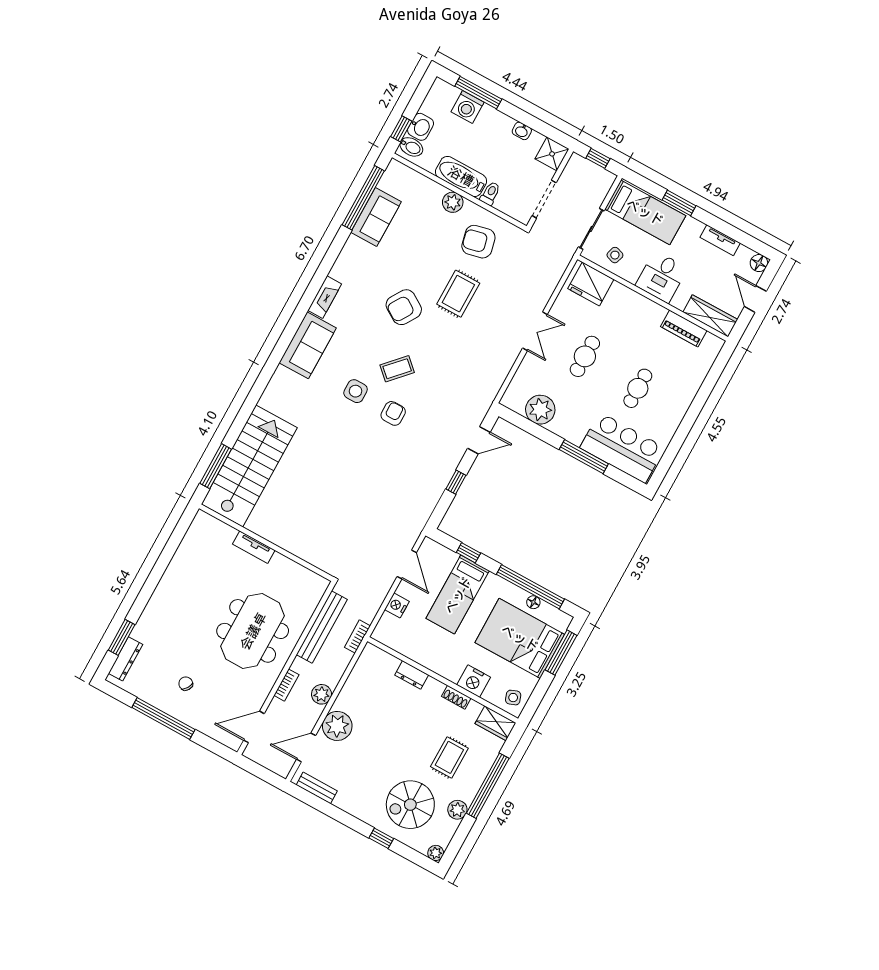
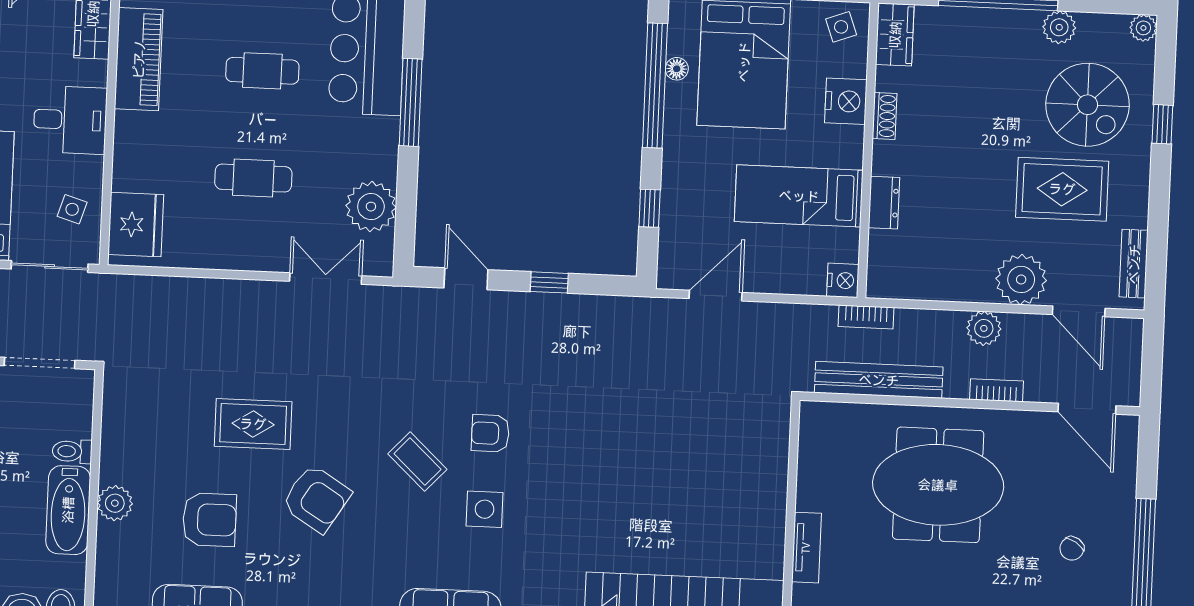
armchair: (478, 242) -> (209, 520), moved, turned -77
piano: (684, 329) -> (139, 59), width x1.37, depth x1.33
double door: (535, 331) -> (326, 279), moved
bed: (458, 595) -> (799, 196), moved, turned 180
nightstand: (397, 605) -> (843, 280), moved, turned -90
rug: (449, 757) -> (1062, 189), moved, width x1.36, depth x1.43

